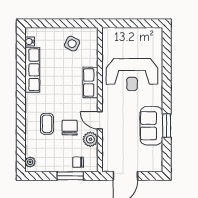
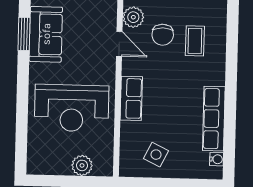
plant: (124, 35) -> (82, 165), added
reception desk: (132, 75) -> (72, 108), turned 180

